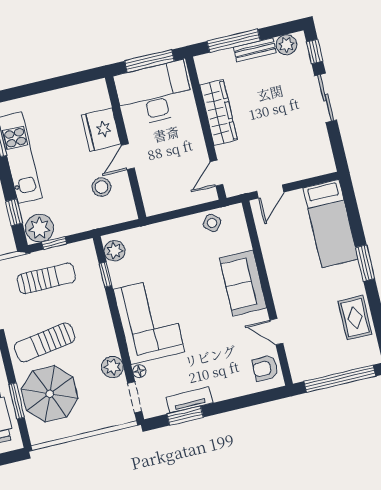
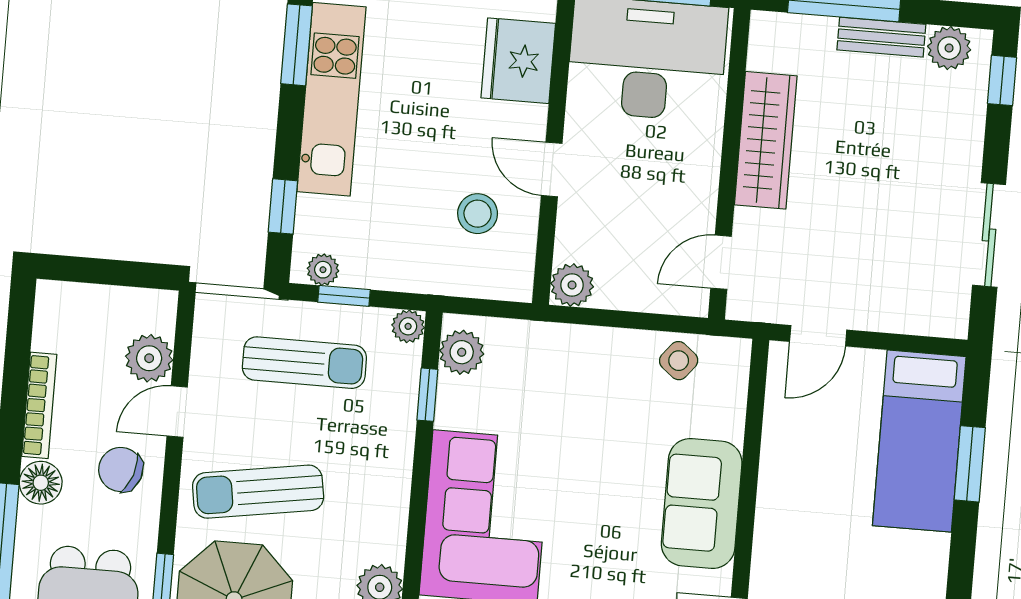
sliding door: (326, 98) -> (989, 235), moved
fridge: (101, 130) -> (518, 61), moved
door: (128, 157) -> (552, 169), hinge flipped
plant: (154, 205) -> (572, 285), added
plant: (39, 228) -> (323, 270), width x0.53, depth x0.53
plant: (87, 247) -> (408, 326), added
window: (365, 263) -> (970, 464), moved

